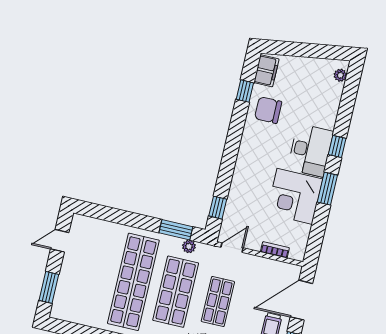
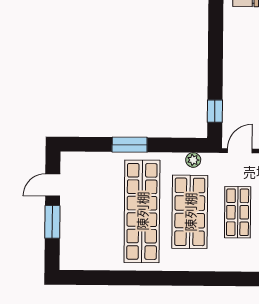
window: (176, 230) -> (130, 145), moved
window: (49, 287) -> (52, 222), moved

